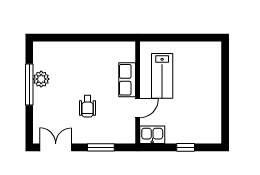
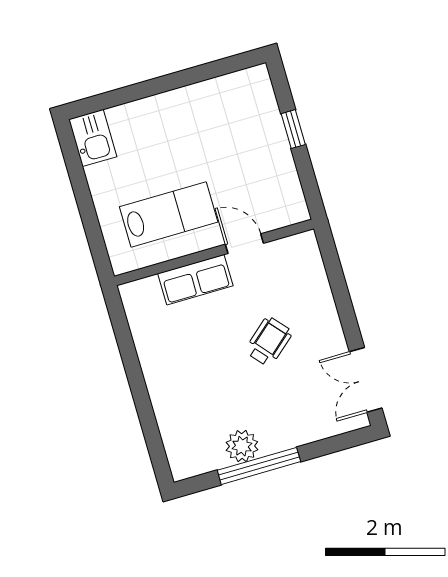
wheelchair: (87, 106) -> (269, 342), turned -41
kitchen sink: (152, 135) -> (93, 138), moved, turned 180
window: (101, 147) -> (341, 293), removed

